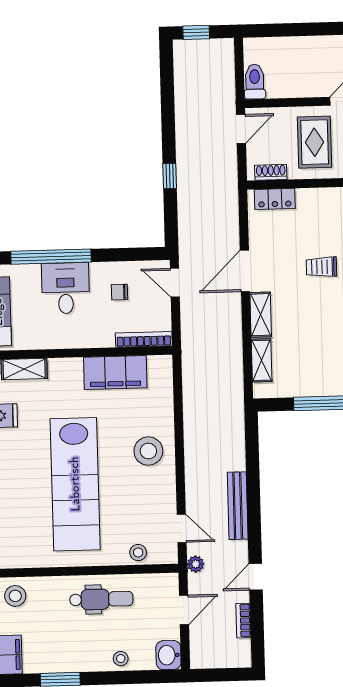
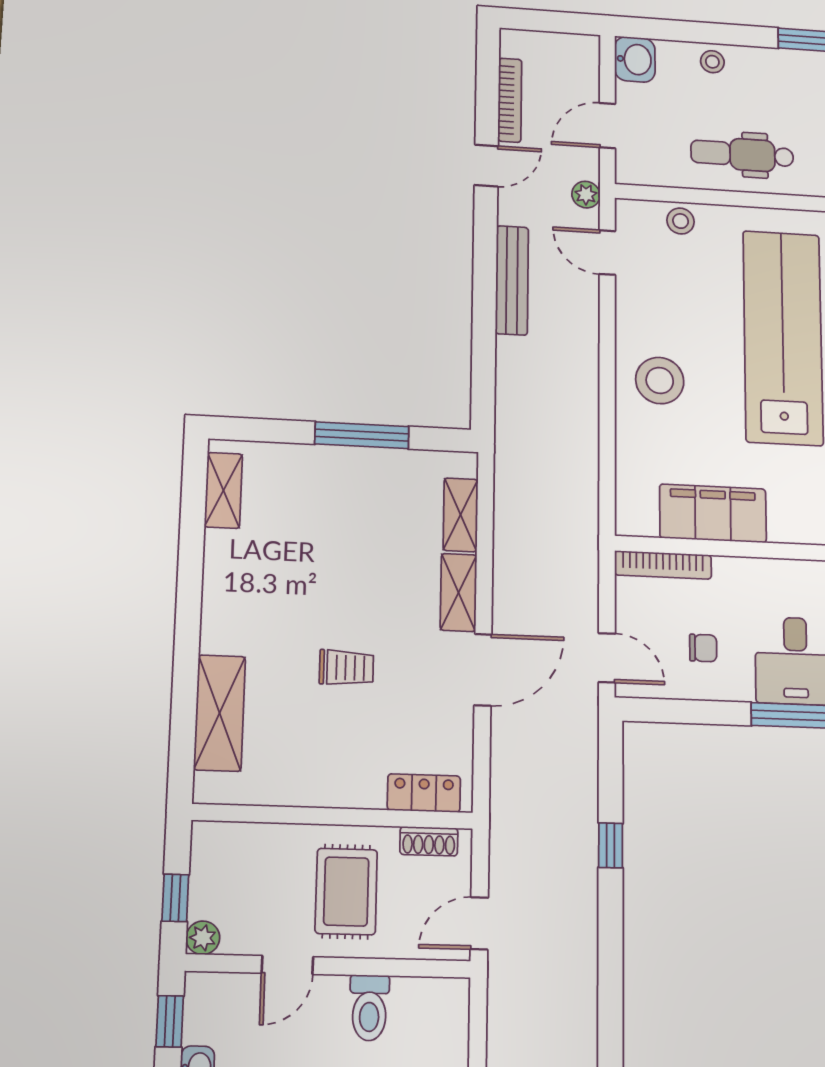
toilet: (255, 82) -> (369, 1008), moved
bookcase: (243, 621) -> (510, 100), width x1.56

